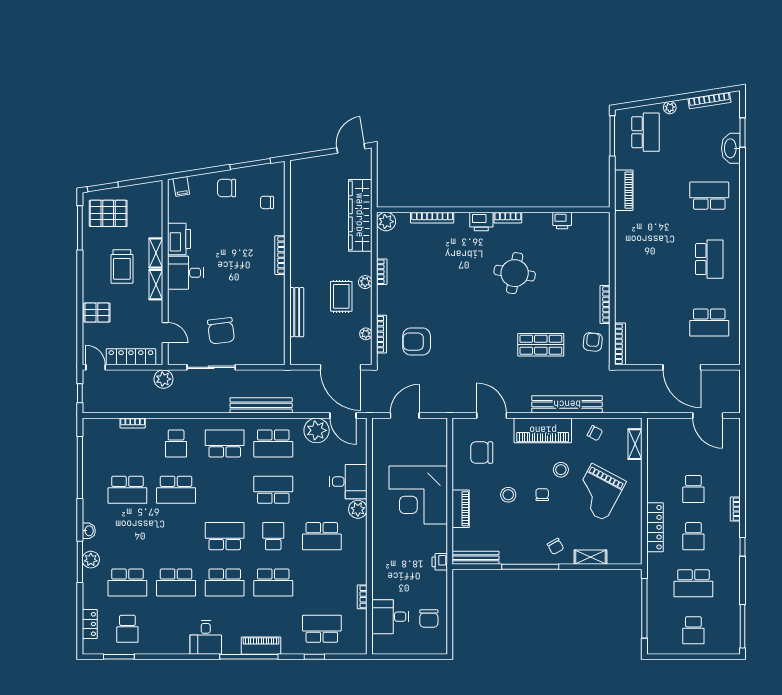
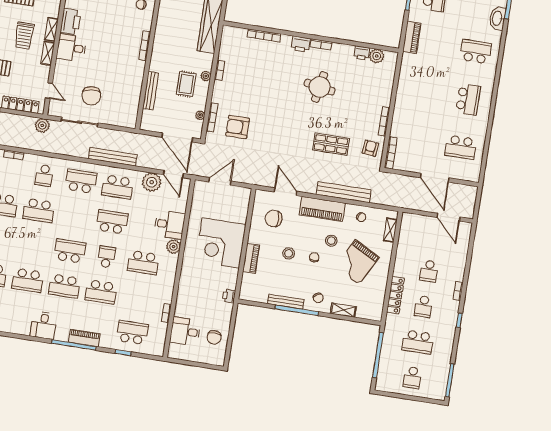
plant: (386, 222) -> (377, 56), moved
bench: (476, 558) -> (286, 302), moved

